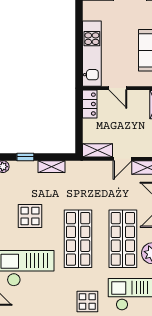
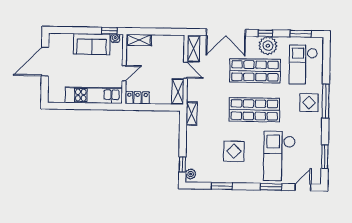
window: (25, 157) -> (182, 164), moved
shelving: (51, 167) -> (192, 114), moved

